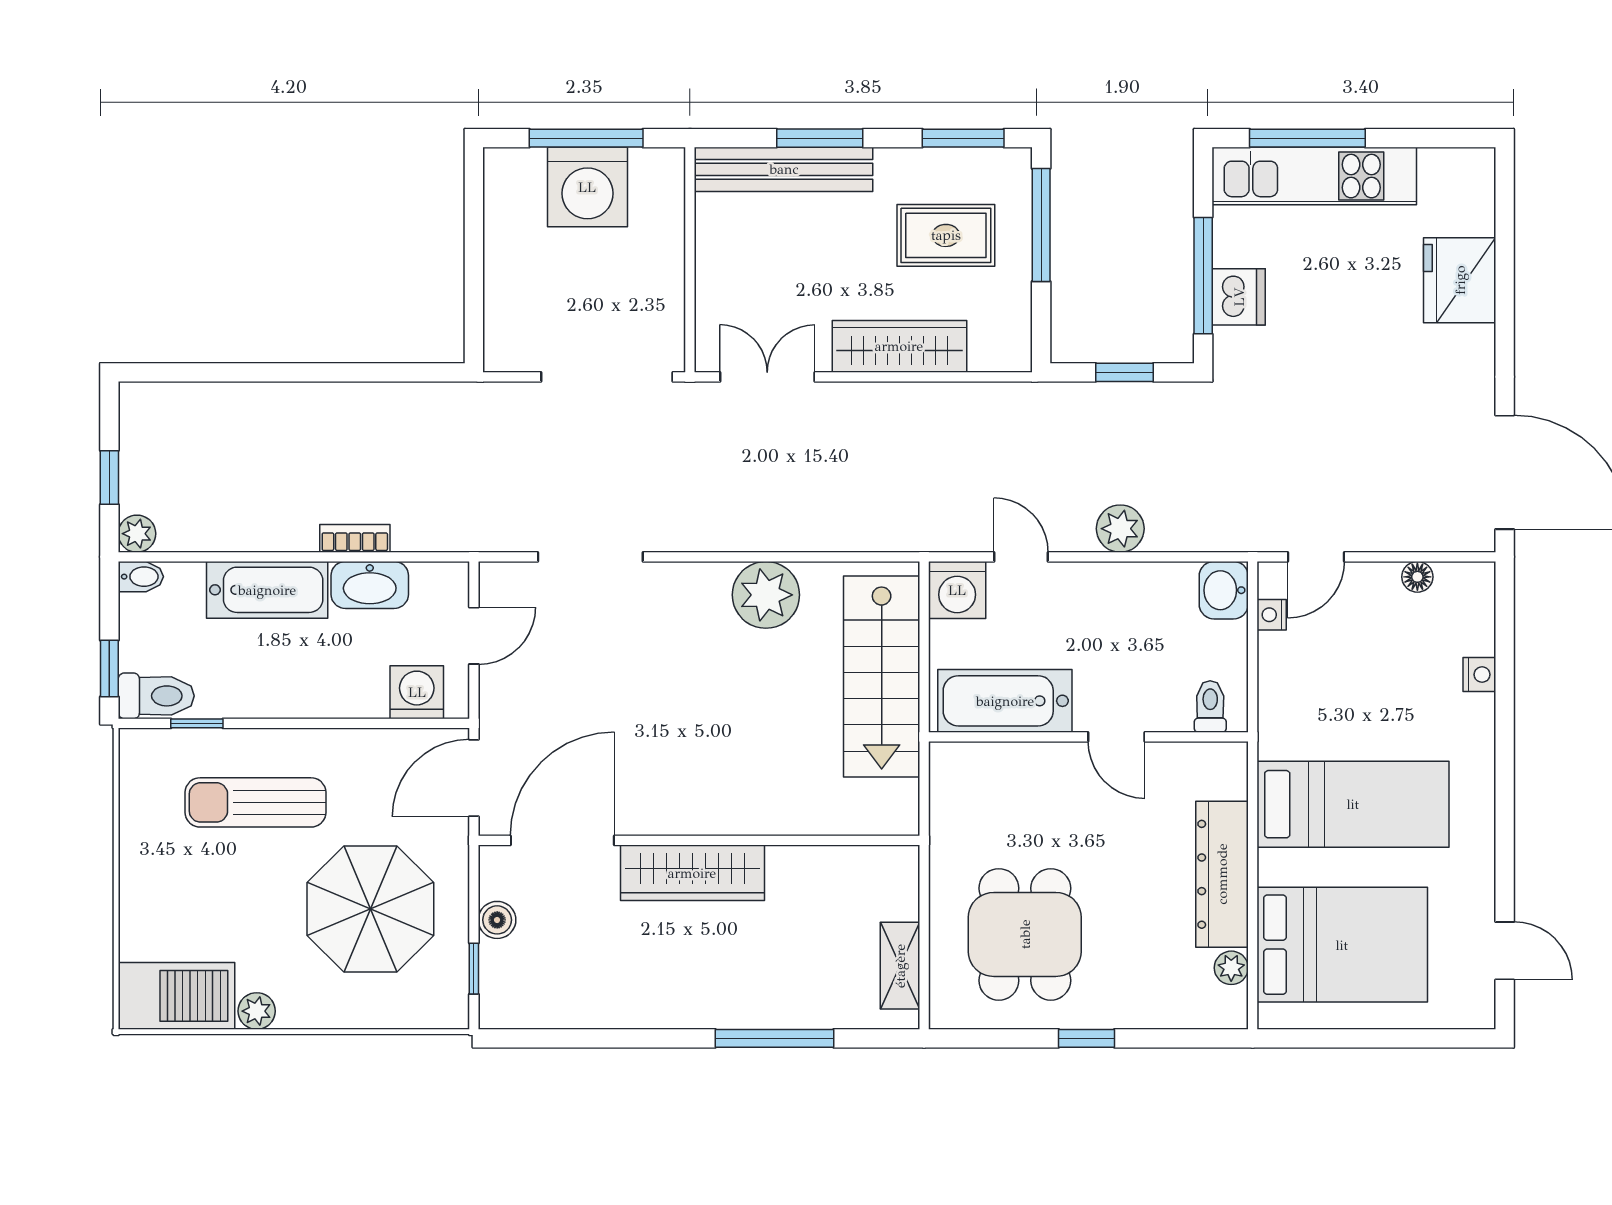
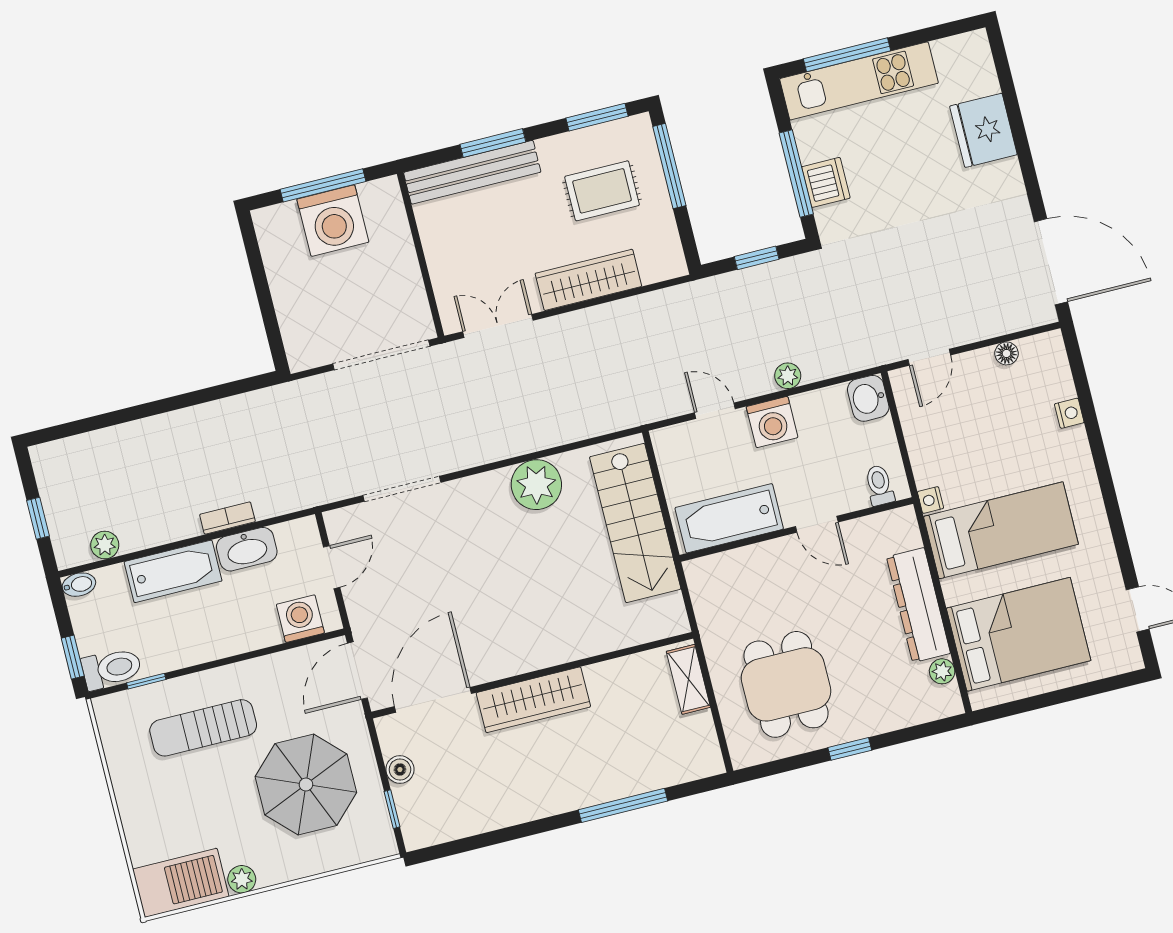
plant: (1120, 529) -> (788, 376), width x0.73, depth x0.73
plant: (137, 534) -> (105, 545), moved
washing machine: (957, 590) -> (772, 422), moved
nightstand: (1272, 615) -> (930, 500), moved
shelving: (900, 966) -> (688, 679), moved

